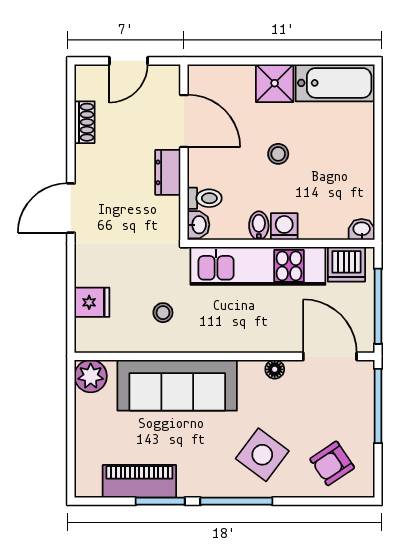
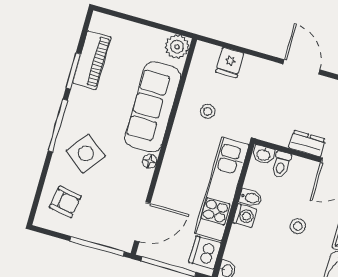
floor lamp: (275, 369) -> (150, 161), moved
armchair: (332, 463) -> (65, 202), turned 134

